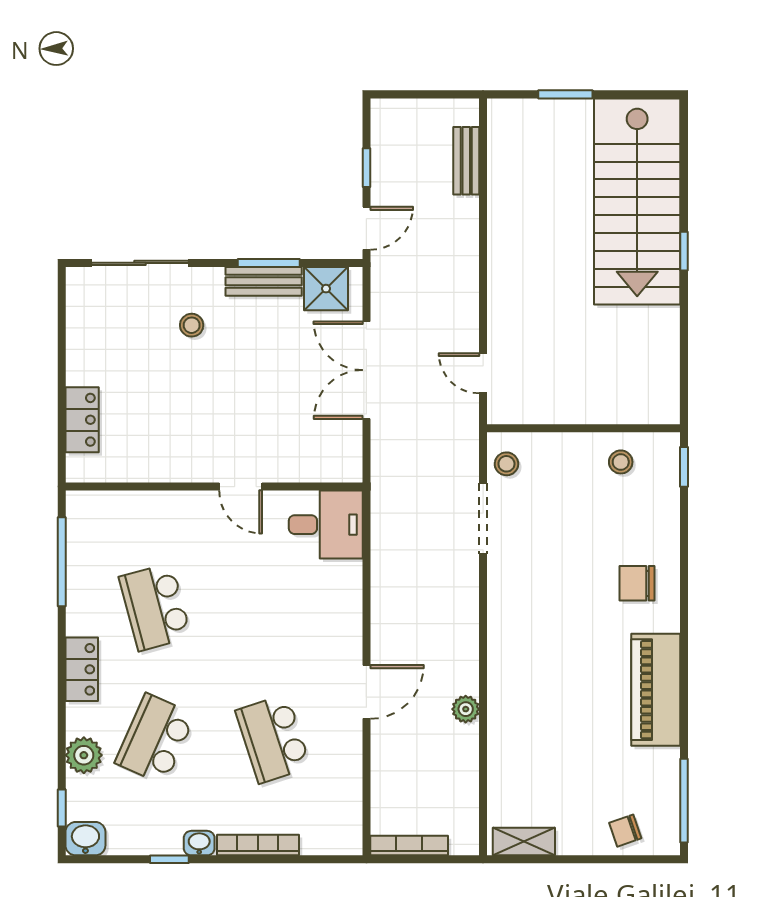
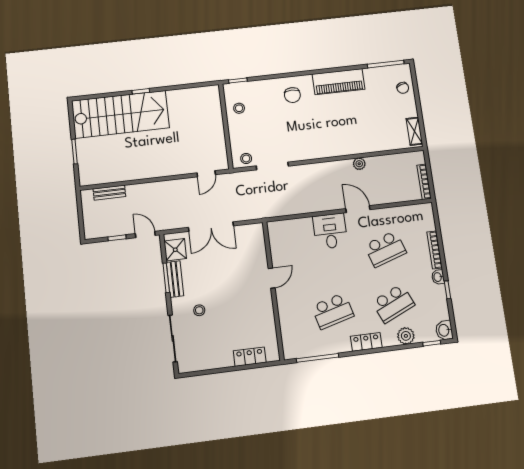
desk: (326, 525) -> (330, 231), moved
school desk: (155, 739) -> (393, 303), turned -48

